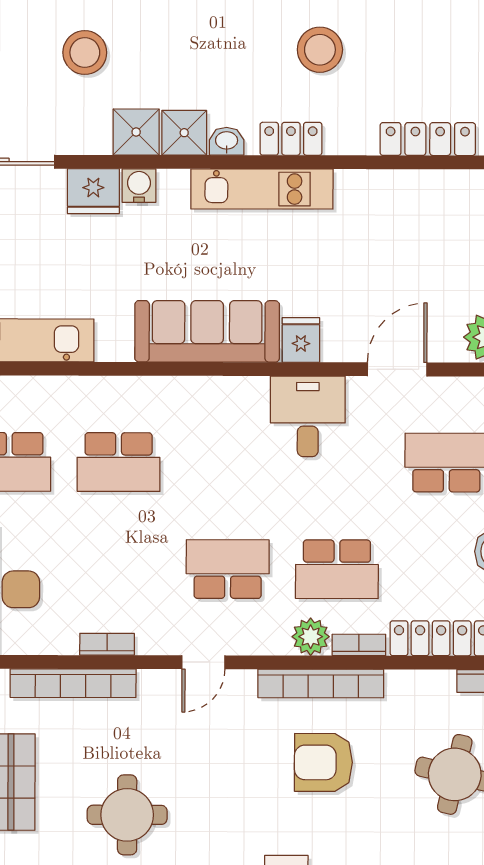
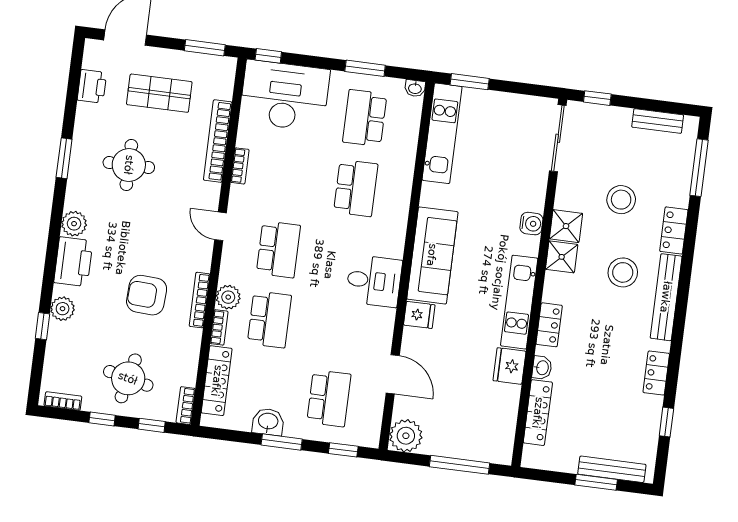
stool: (320, 50) -> (623, 272), moved
washbasin: (227, 141) -> (542, 368), moved
fridge: (93, 191) -> (509, 366), moved
desk: (308, 416) -> (374, 281), moved
school desk: (119, 462) -> (356, 188), turned 180
school desk: (337, 569) -> (269, 319), turned 180
bookcase: (321, 684) -> (200, 300), width x0.68, depth x0.76
armchair: (323, 762) -> (147, 295), turned -87

